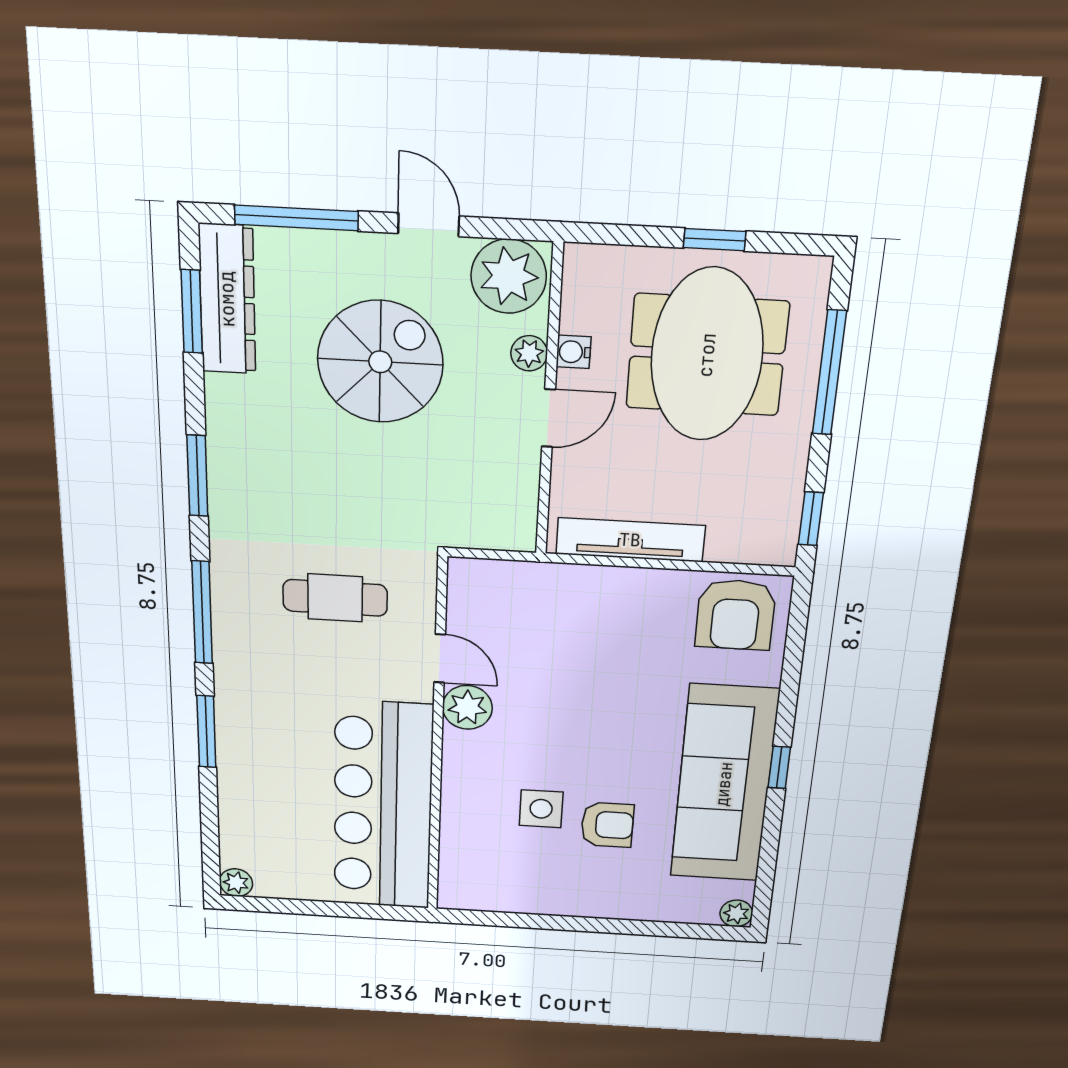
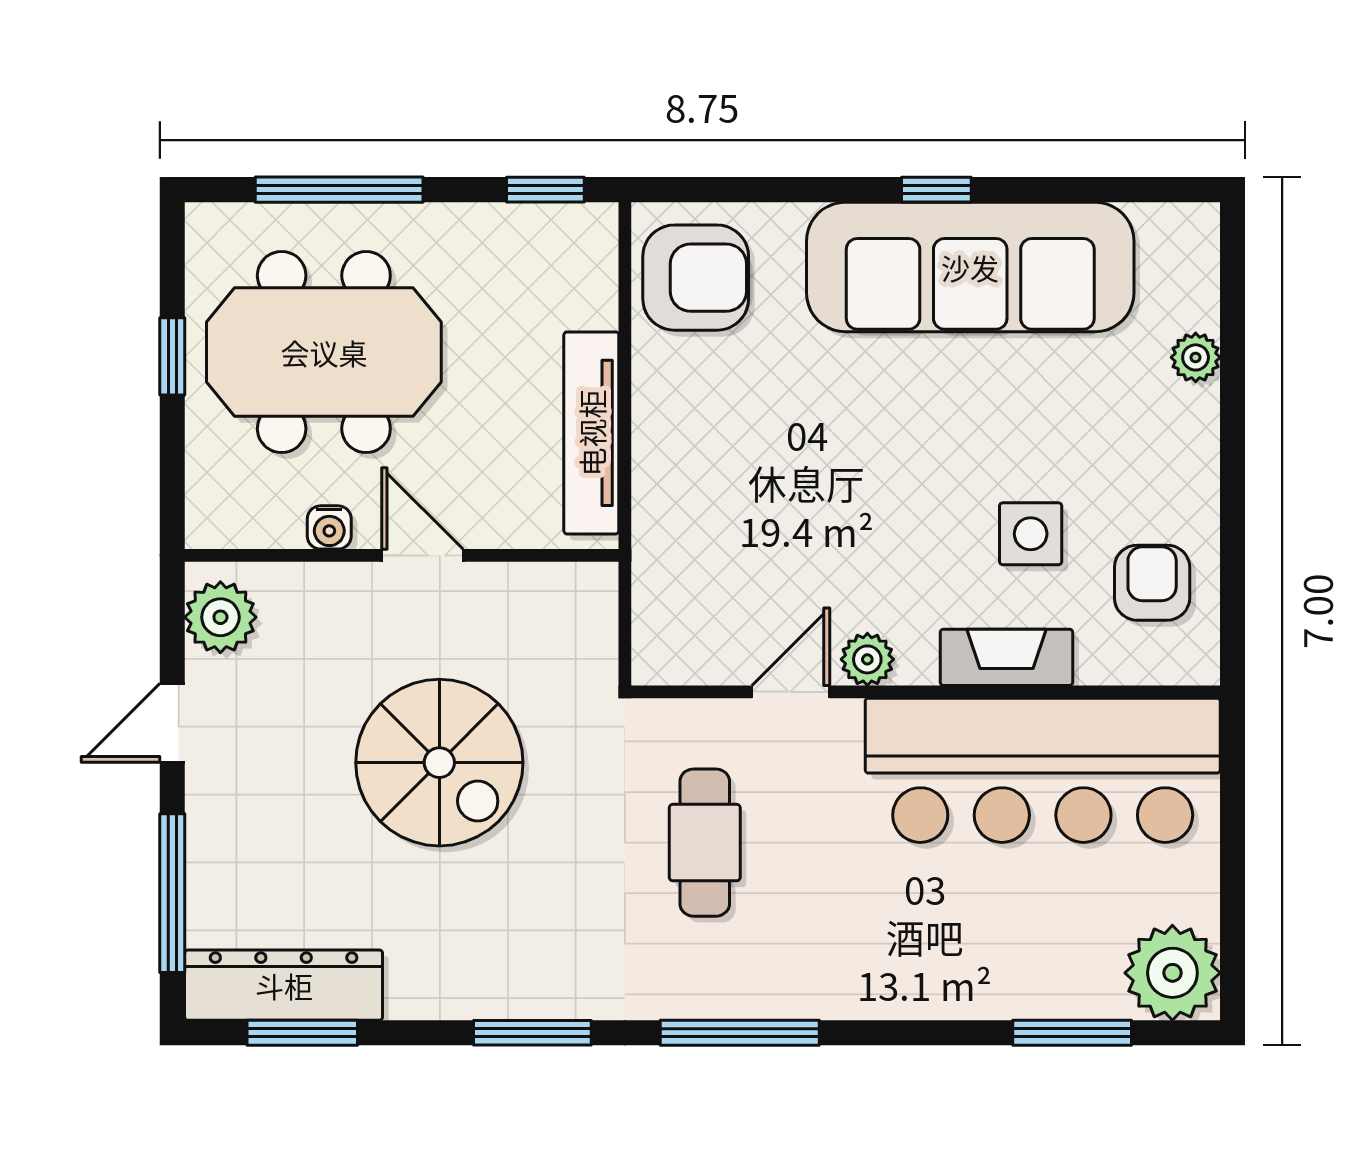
plant: (509, 276) -> (220, 617), width x0.73, depth x0.73
plant: (529, 353) -> (334, 586), removed
spiral stairs: (380, 362) -> (439, 763), moved, turned 180
plant: (467, 707) -> (867, 659), width x0.73, depth x0.73
window: (206, 732) -> (1072, 1033), moved
fireplace: (459, 790) -> (1006, 657), added
armchair: (607, 825) -> (1152, 583), moved
plant: (236, 883) -> (1172, 973), width x1.88, depth x1.88
plant: (736, 913) -> (1196, 357), moved

